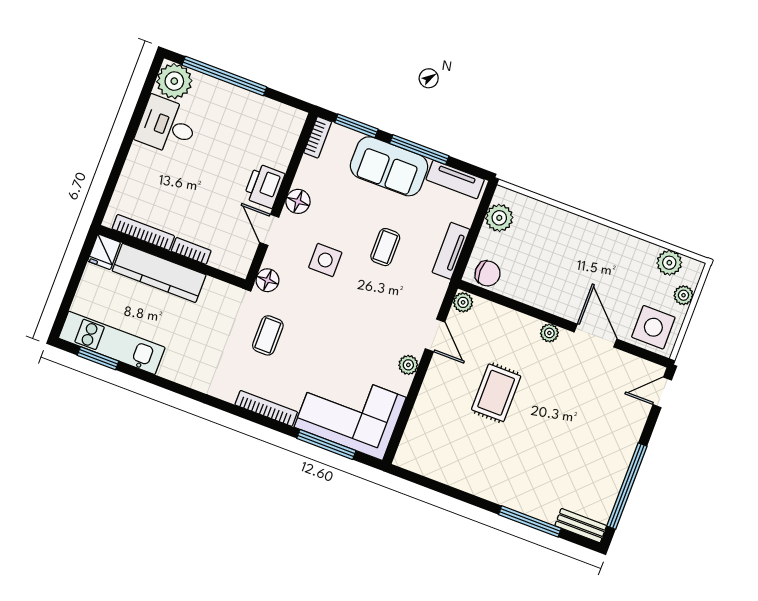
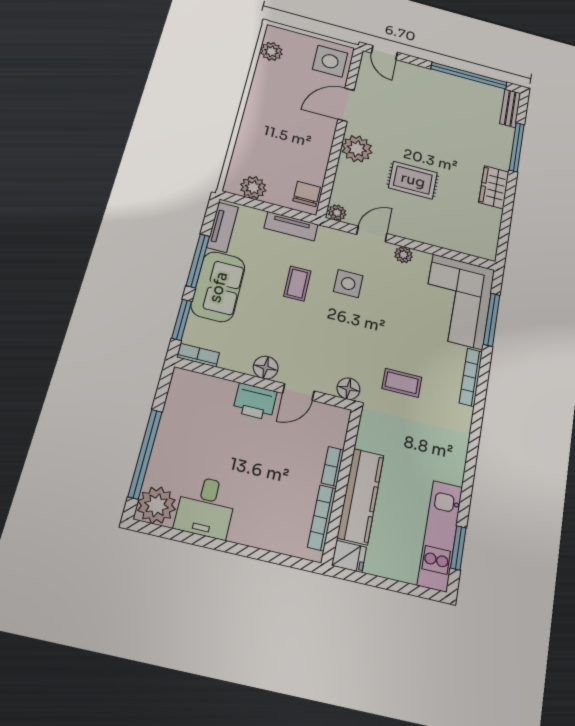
coffee table: (385, 247) -> (297, 284), turned 90
side table: (325, 260) -> (348, 284), moved
plant: (684, 295) -> (298, 40), removed
plant: (549, 333) -> (357, 149), width x1.88, depth x1.88
wardrobe: (481, 483) -> (494, 187), added

